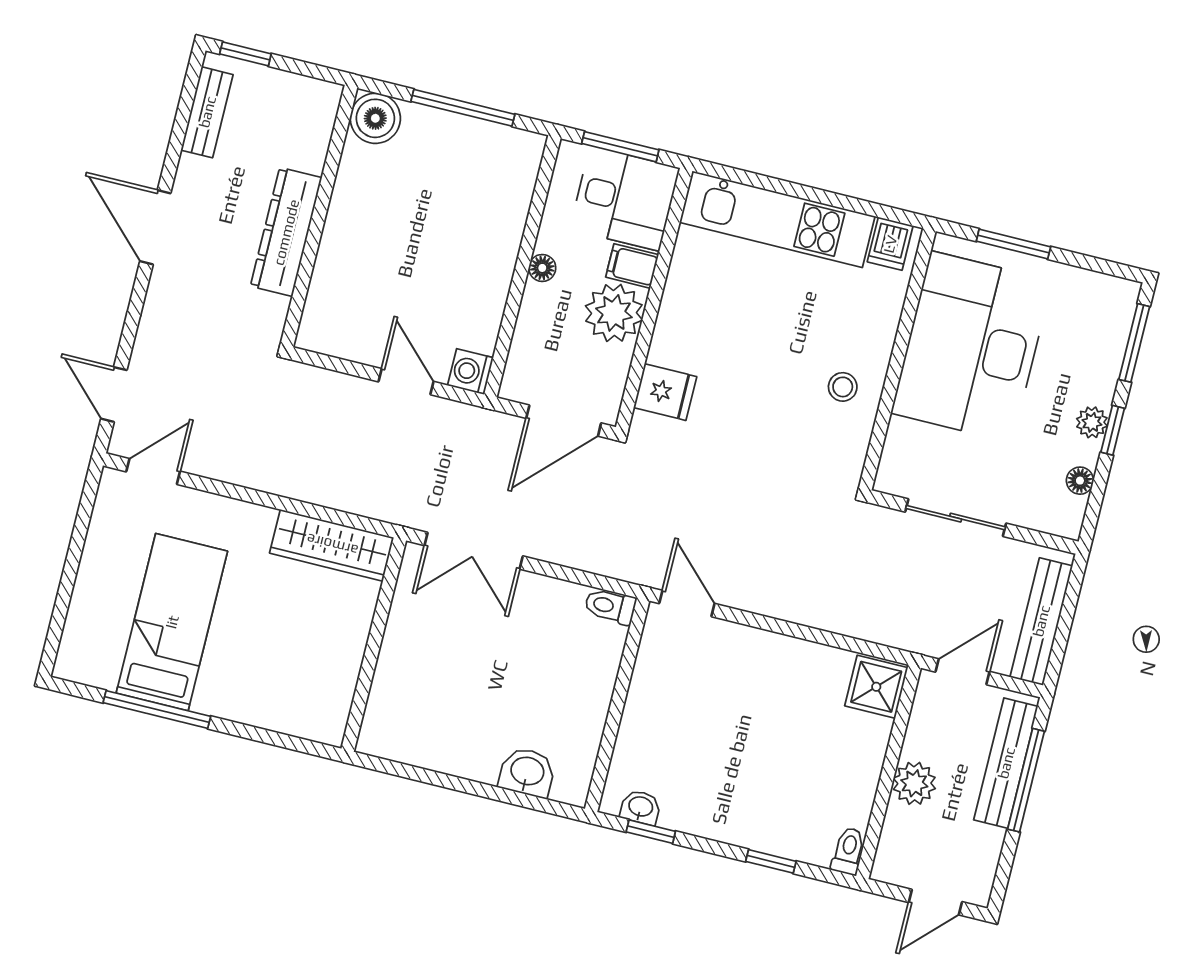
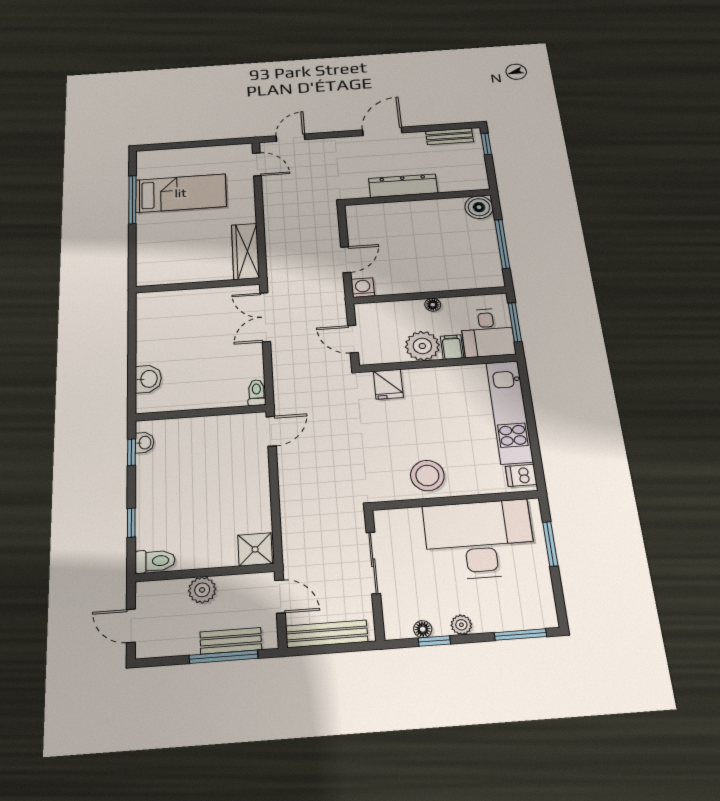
stool: (843, 387) -> (427, 476), width x1.89, depth x1.89
door: (564, 421) -> (353, 339), width x0.73
window: (1113, 430) -> (434, 641), moved
bench: (1006, 763) -> (231, 641), width x0.73
toilet: (848, 851) -> (155, 561), width x1.37, depth x1.39

